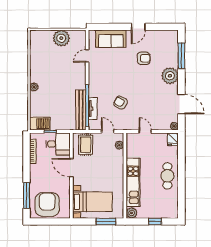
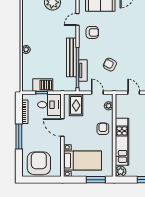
armchair: (144, 58) -> (92, 32), moved
bench: (81, 110) -> (71, 57), moved
barbecue: (40, 124) -> (43, 85), moved
armchair: (113, 169) -> (103, 129), added
window: (27, 195) -> (19, 136), moved

